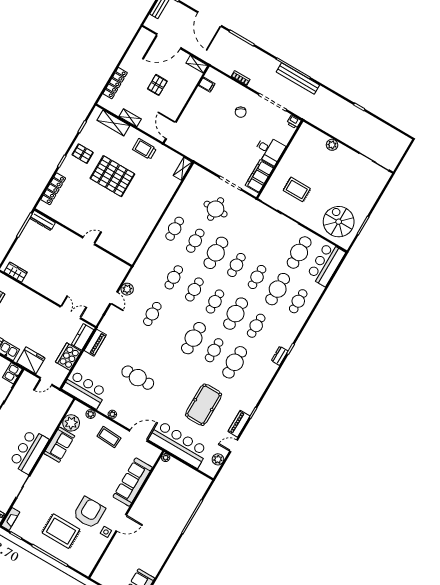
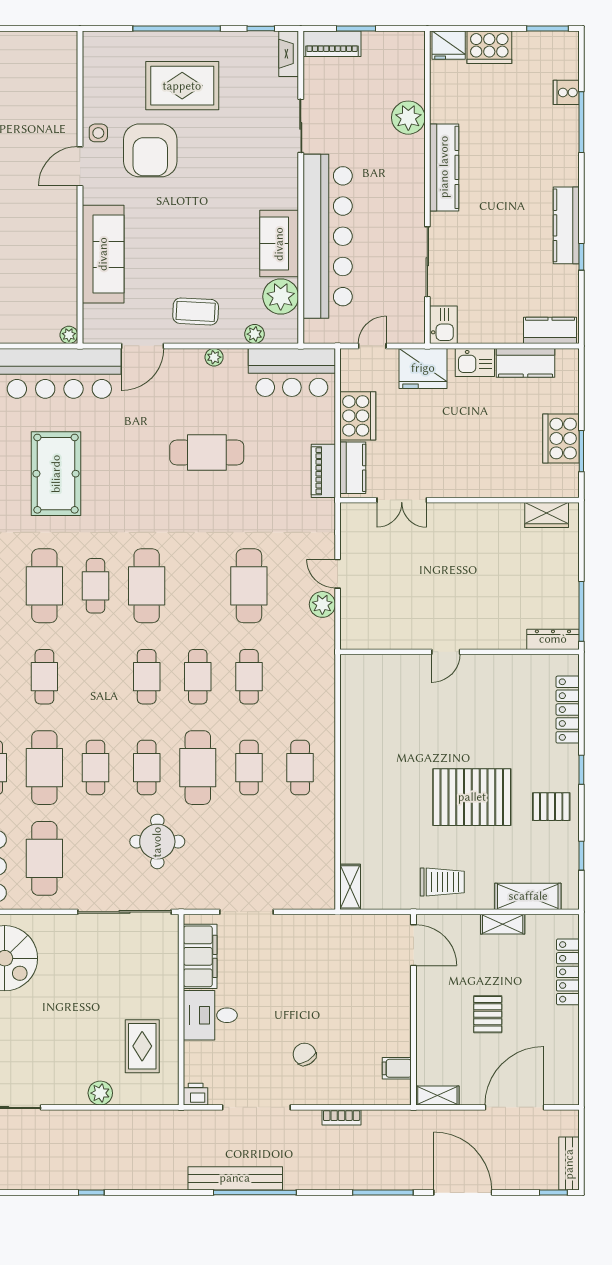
rug: (297, 189) -> (142, 1046), moved, turned 90
round table: (216, 209) -> (157, 842), moved
cafe table: (152, 314) -> (249, 586), width x1.37, depth x1.35
cafe table: (236, 314) -> (96, 677), removed
bar counter: (29, 451) -> (328, 236), width x1.86

